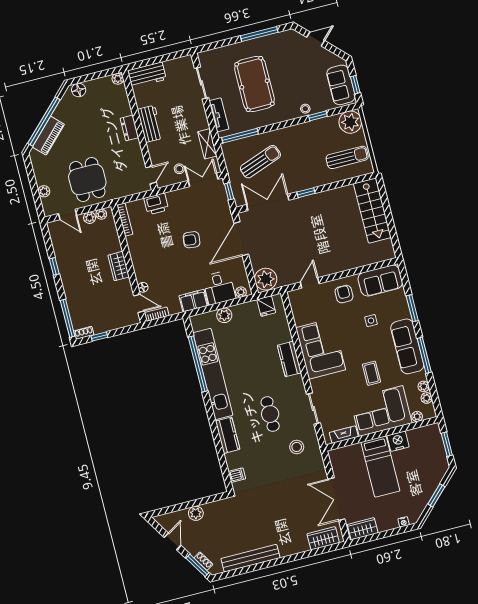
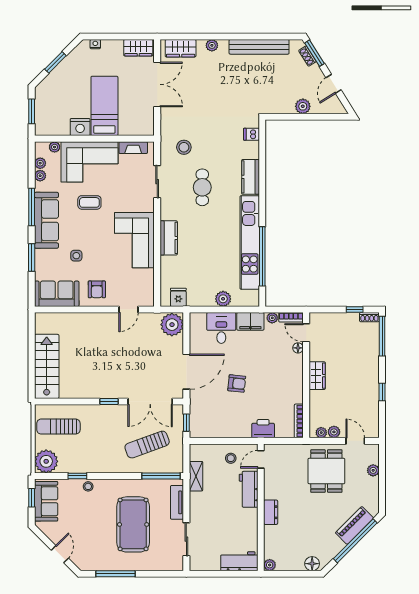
door: (316, 39) -> (60, 554), swing flipped
workbench: (150, 124) -> (249, 489), moved
double door: (203, 180) -> (210, 441), removed
plant: (241, 292) -> (272, 318), moved
coffee table: (371, 373) -> (89, 202), turned 90
plant: (295, 548) -> (212, 45), added

